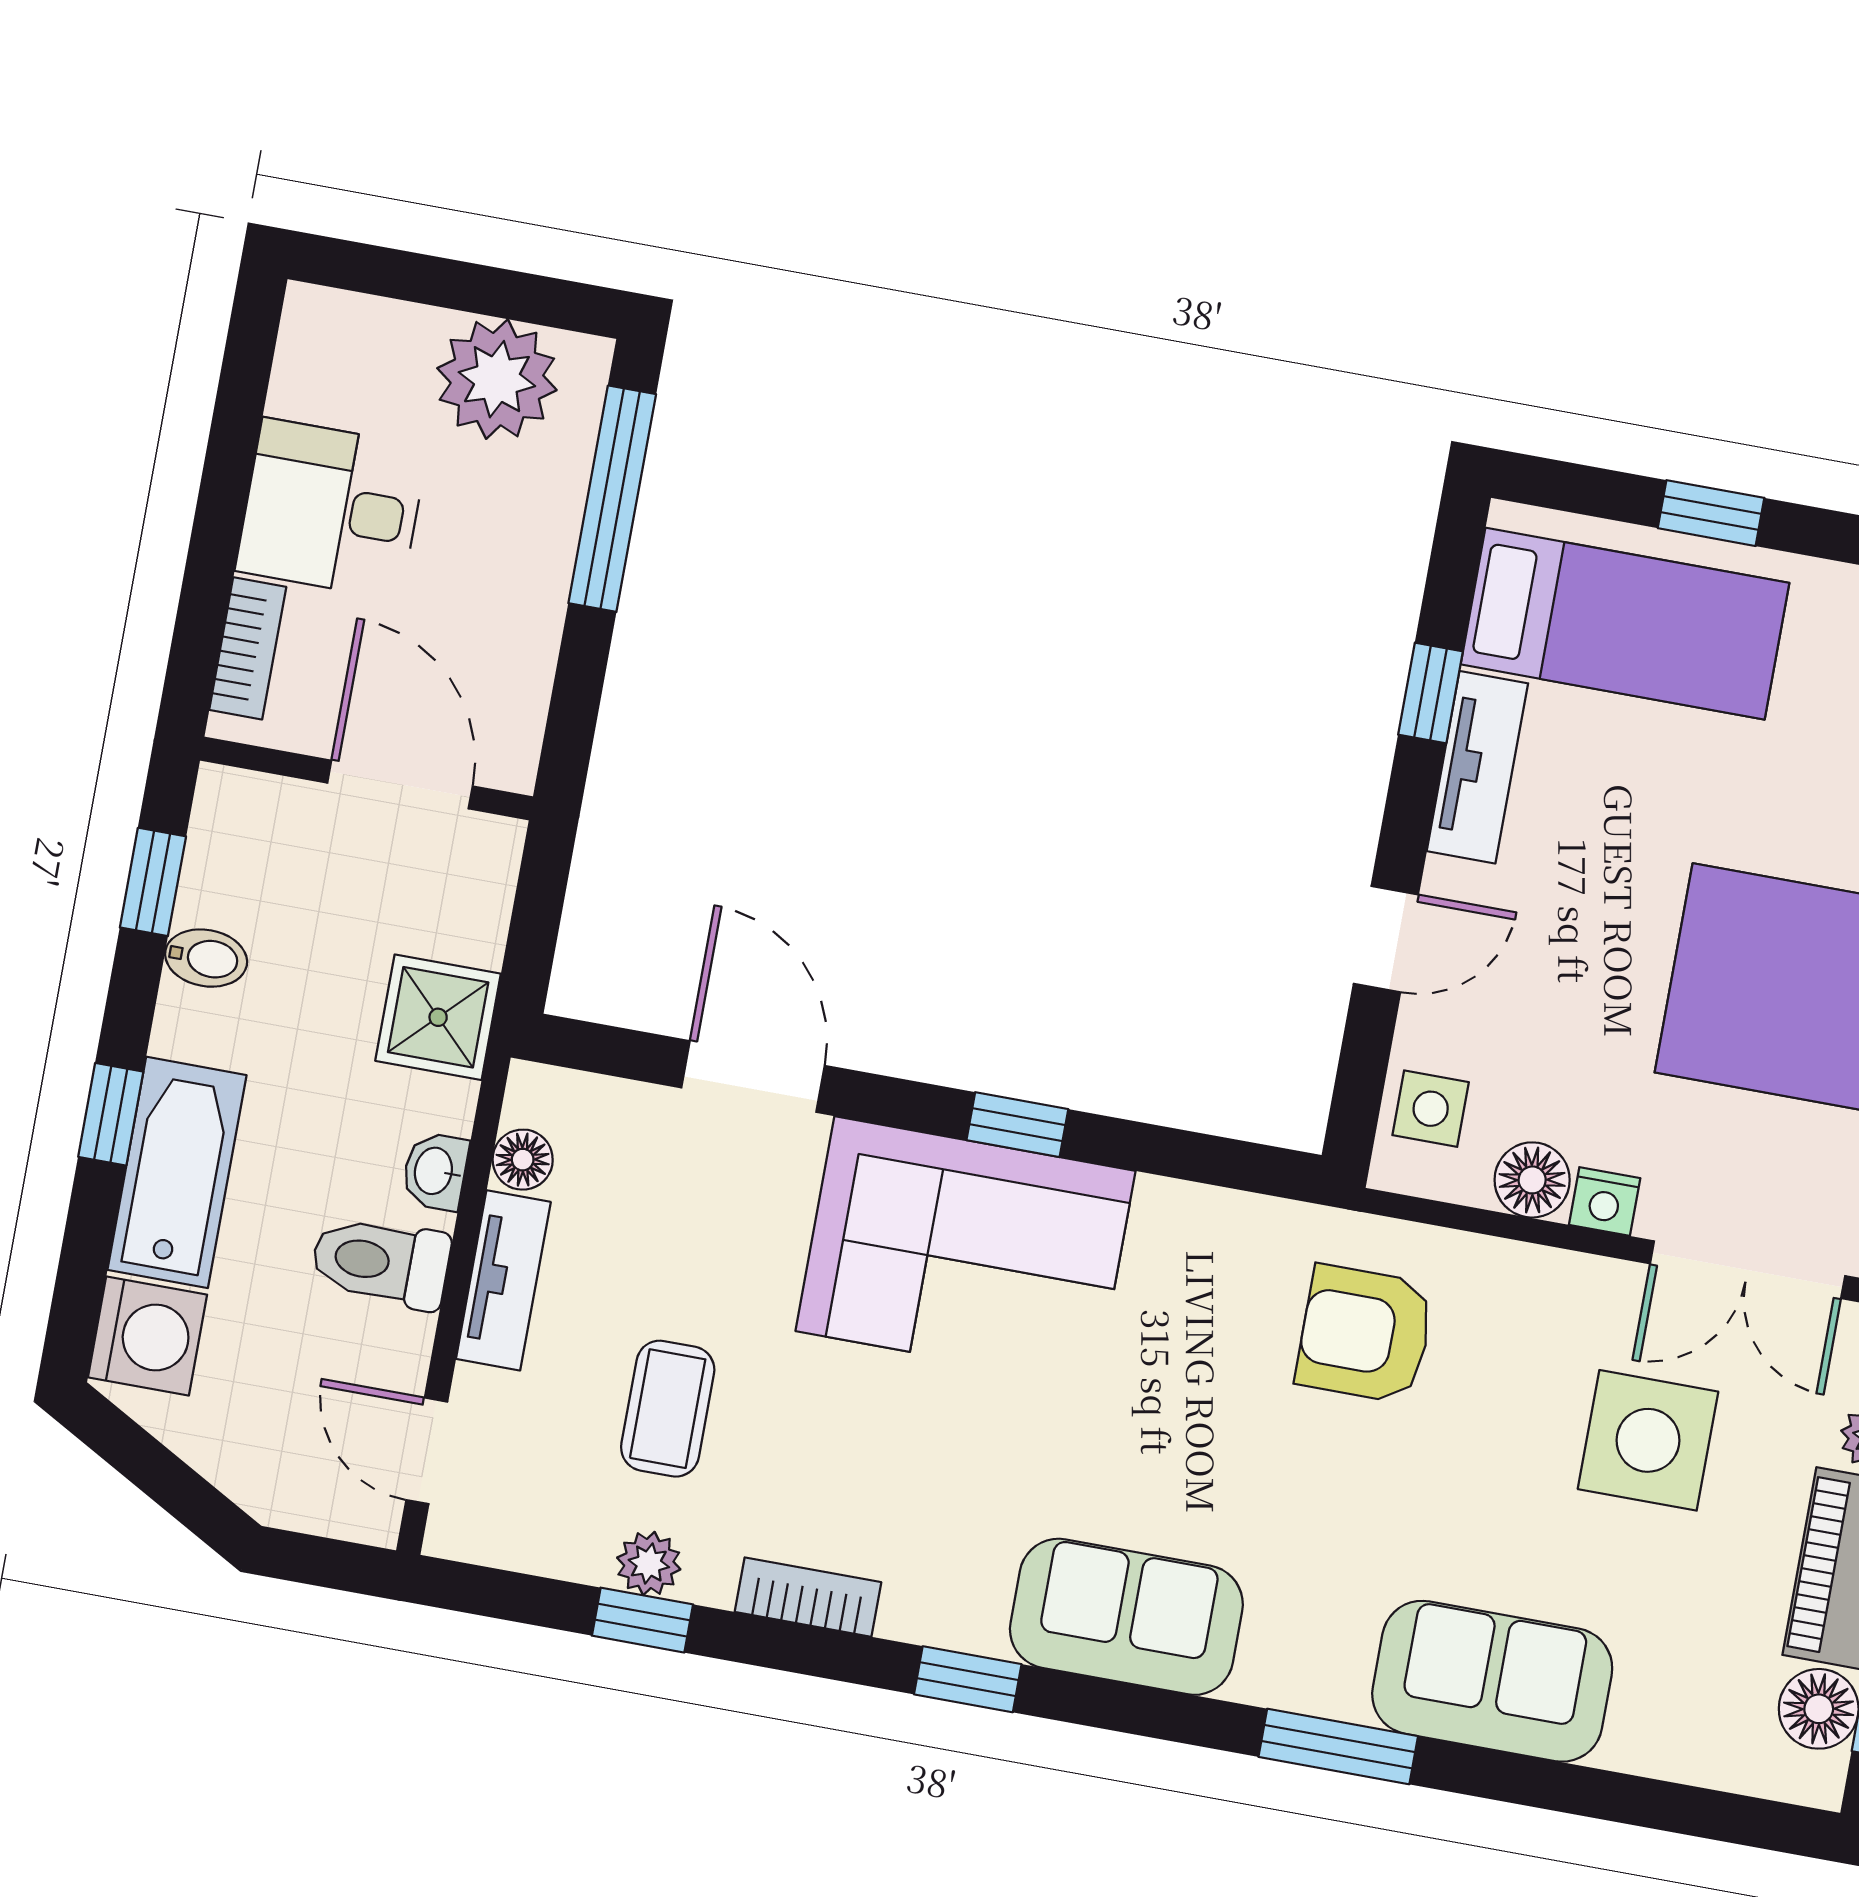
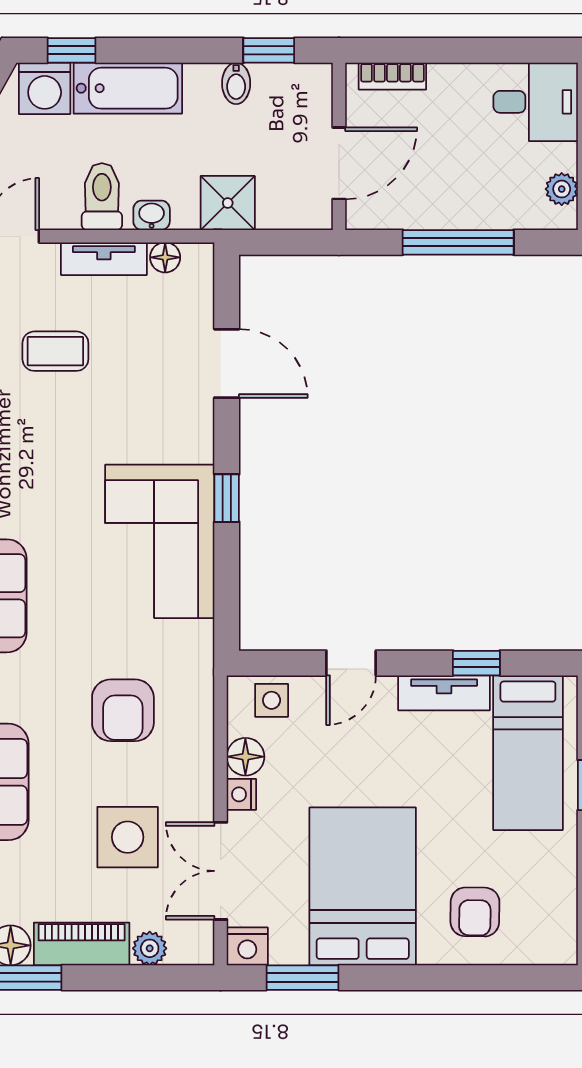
plant: (497, 379) -> (562, 189), width x0.53, depth x0.53
window: (612, 499) -> (458, 242), moved
desk: (331, 509) -> (536, 102), moved, turned 90
door: (1386, 939) -> (351, 663), hinge flipped
door: (753, 1077) -> (227, 363), hinge flipped
window: (111, 1114) -> (72, 50), moved
corner sofa: (966, 1251) -> (160, 541), moved
armchair: (1365, 1334) -> (123, 710), moved, turned 180

